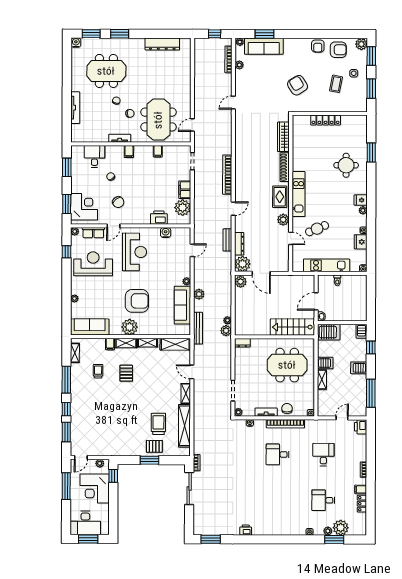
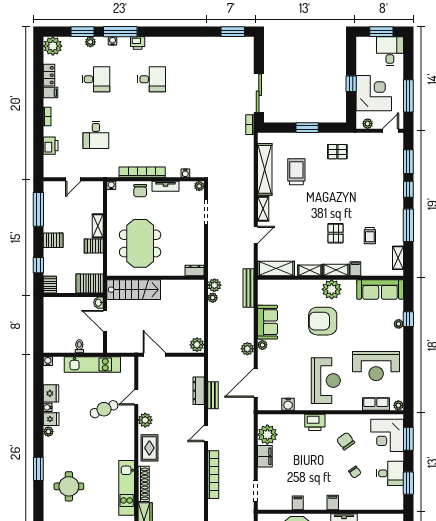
window: (371, 152) -> (38, 469), moved
desk: (94, 156) -> (390, 473), moved, turned -90
kitchen unit: (299, 194) -> (127, 488), moved
fridge: (361, 200) -> (51, 419), moved
printer: (159, 218) -> (315, 422), moved
door: (113, 226) -> (351, 412), removed
door: (291, 238) -> (136, 397), hinge flipped
door: (192, 250) -> (256, 383), width x1.87
window: (67, 252) -> (408, 319), moved
reception desk: (135, 252) -> (326, 381), turned 180
plant: (242, 264) -> (195, 366), removed
door: (261, 273) -> (154, 355), moved
plant: (199, 294) -> (247, 349), moved
door: (316, 301) -> (105, 321), swing flipped
sofa: (182, 305) -> (267, 322), width x0.73
meeting table: (287, 365) -> (140, 243), turned 90
door: (192, 372) -> (256, 235), hinge flipped
trolley: (158, 424) -> (296, 172), turned 180
printer: (361, 427) -> (51, 146), moved
pallet: (154, 446) -> (337, 152), moved
desk: (278, 454) -> (152, 79), moved
window: (113, 476) -> (351, 84), moved
desk: (85, 523) -> (390, 51), width x0.73
plant: (341, 528) -> (53, 46), moved
printer: (246, 530) -> (138, 43), moved
window: (303, 539) -> (120, 32), added

